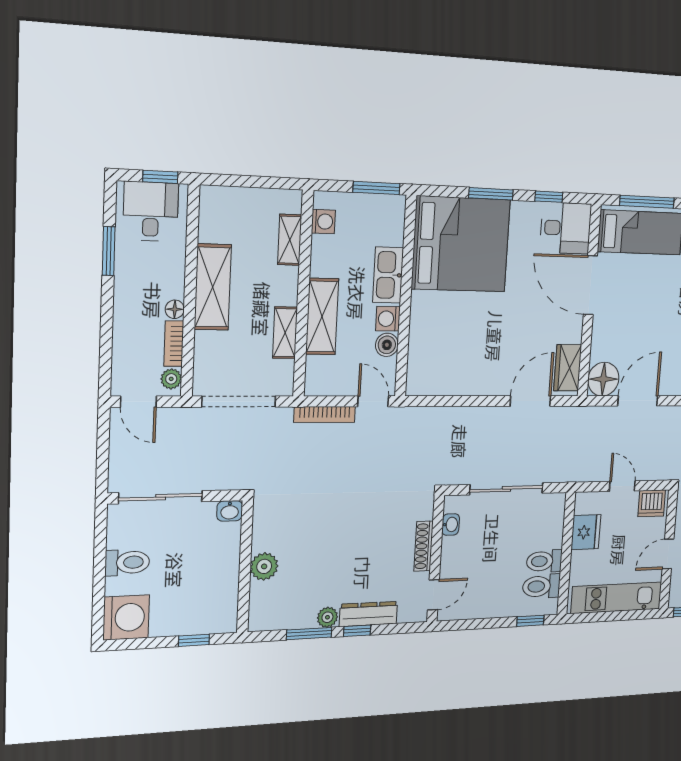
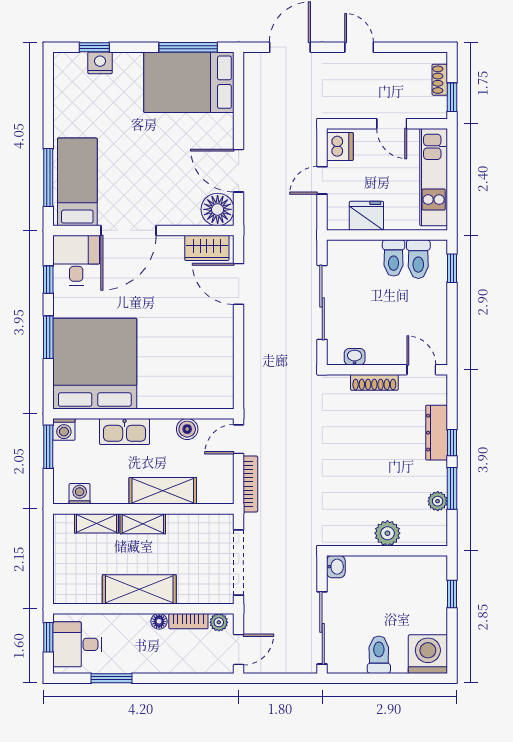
washing machine: (388, 319) -> (64, 429), moved
shelving: (285, 333) -> (143, 524), moved
plant: (327, 617) -> (438, 501), moved

